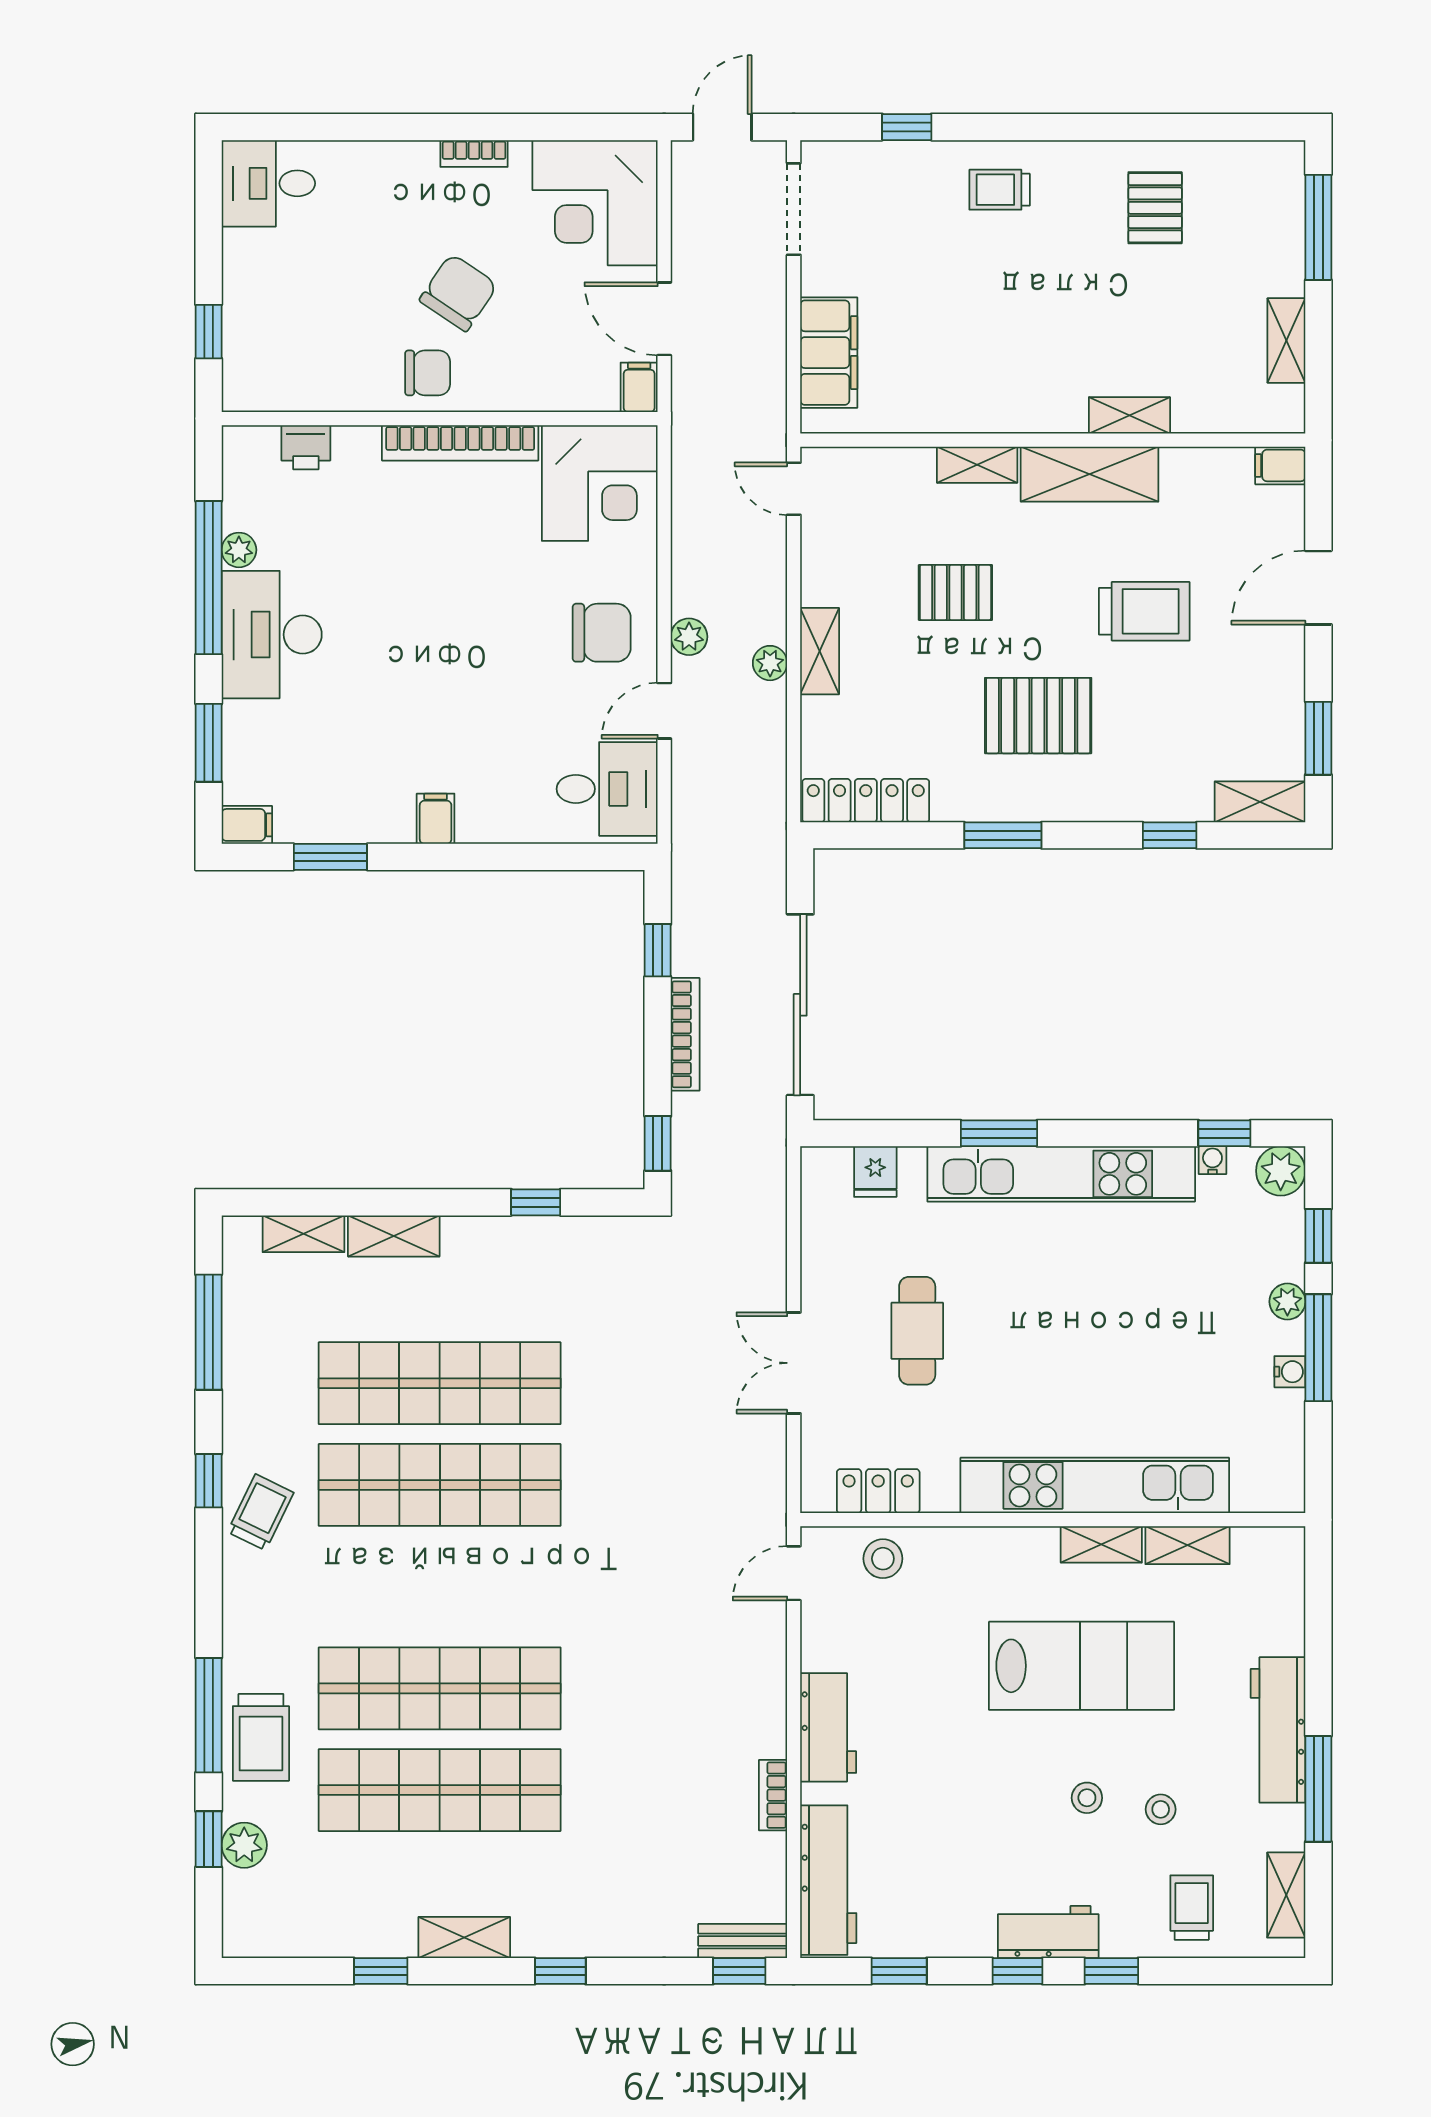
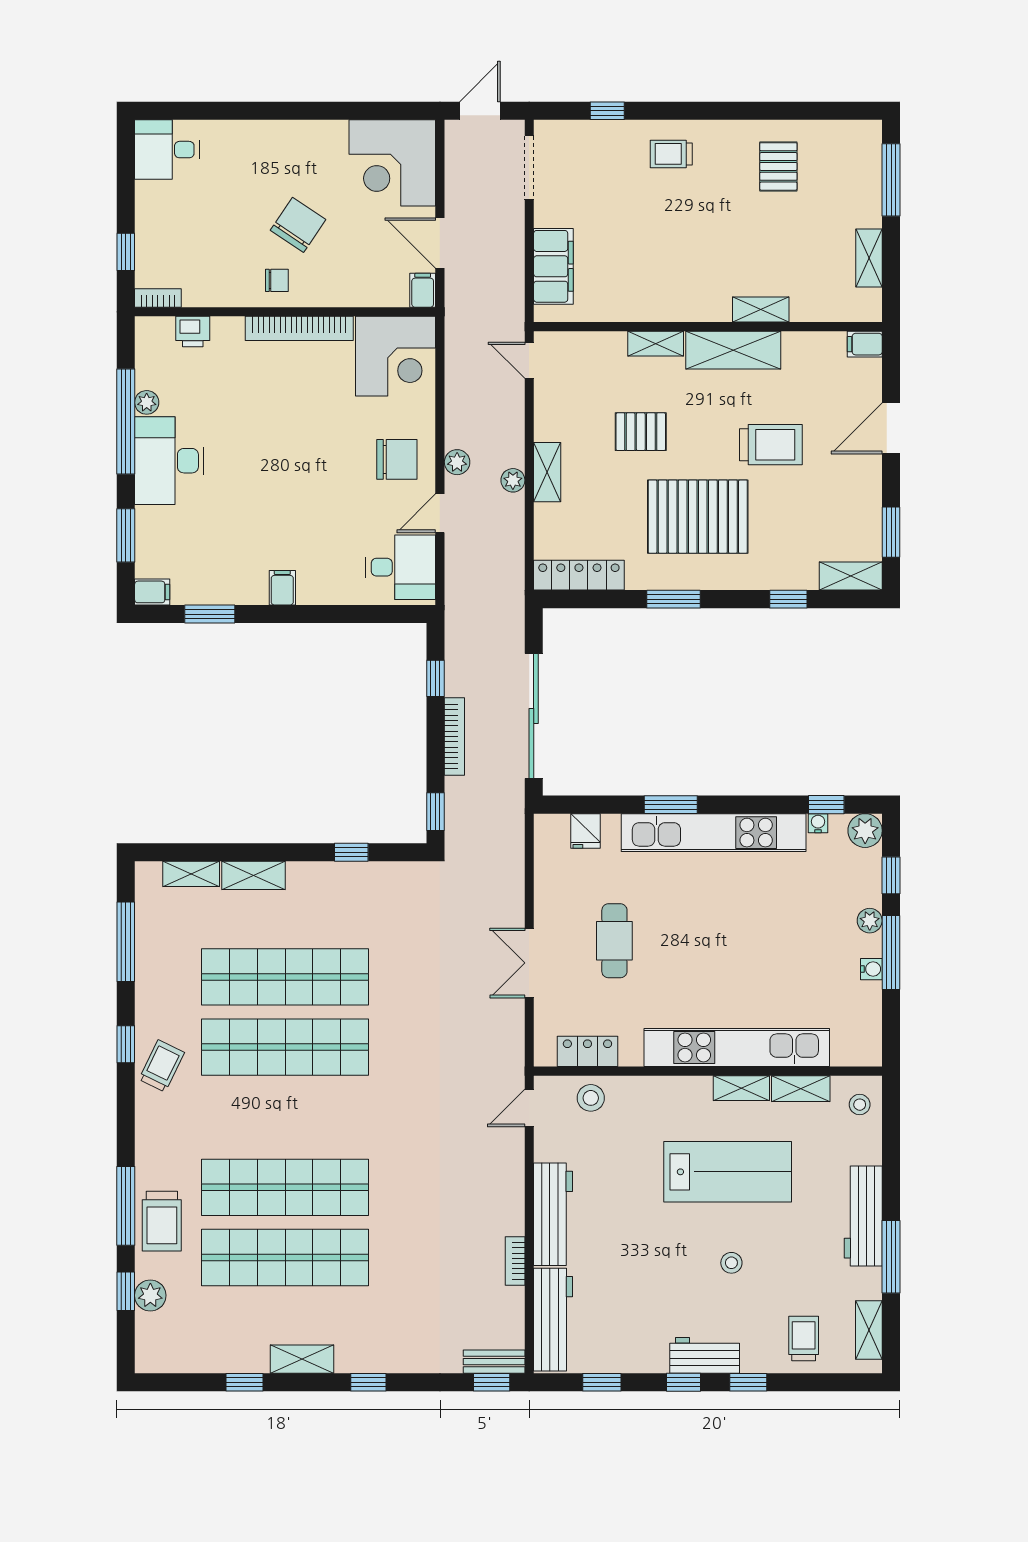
bookcase: (474, 153) -> (158, 298), moved, turned 180
chair: (428, 373) -> (277, 280), width x0.73, depth x0.73
pallet: (1038, 716) -> (698, 517), width x1.37, depth x1.41
workbench: (828, 1727) -> (553, 1214), width x1.38
stool: (1161, 1809) -> (860, 1105), moved

